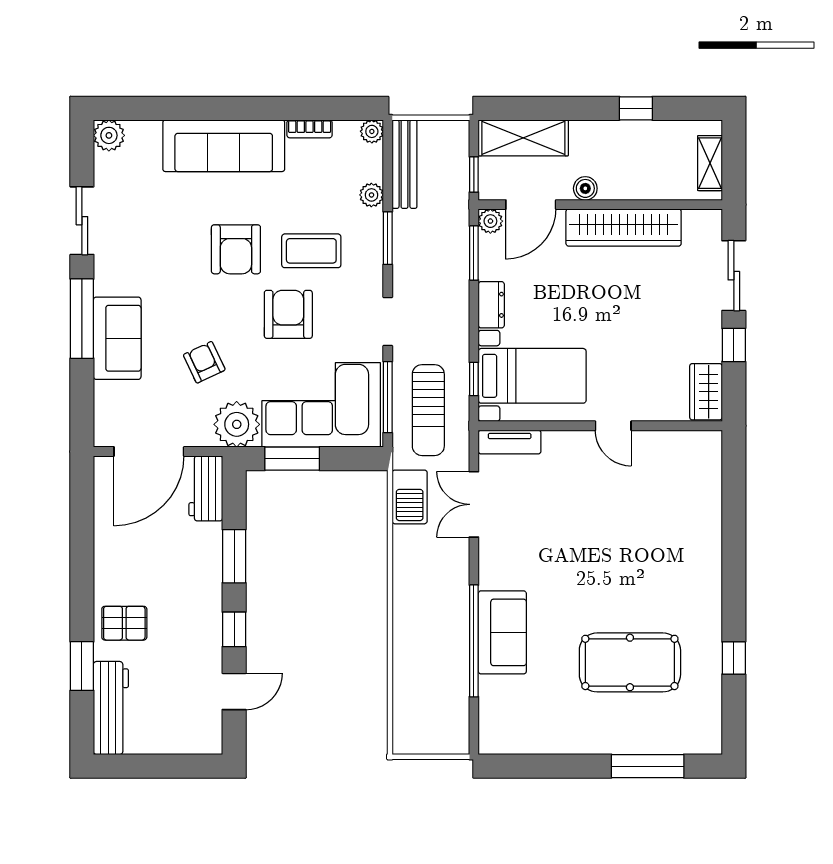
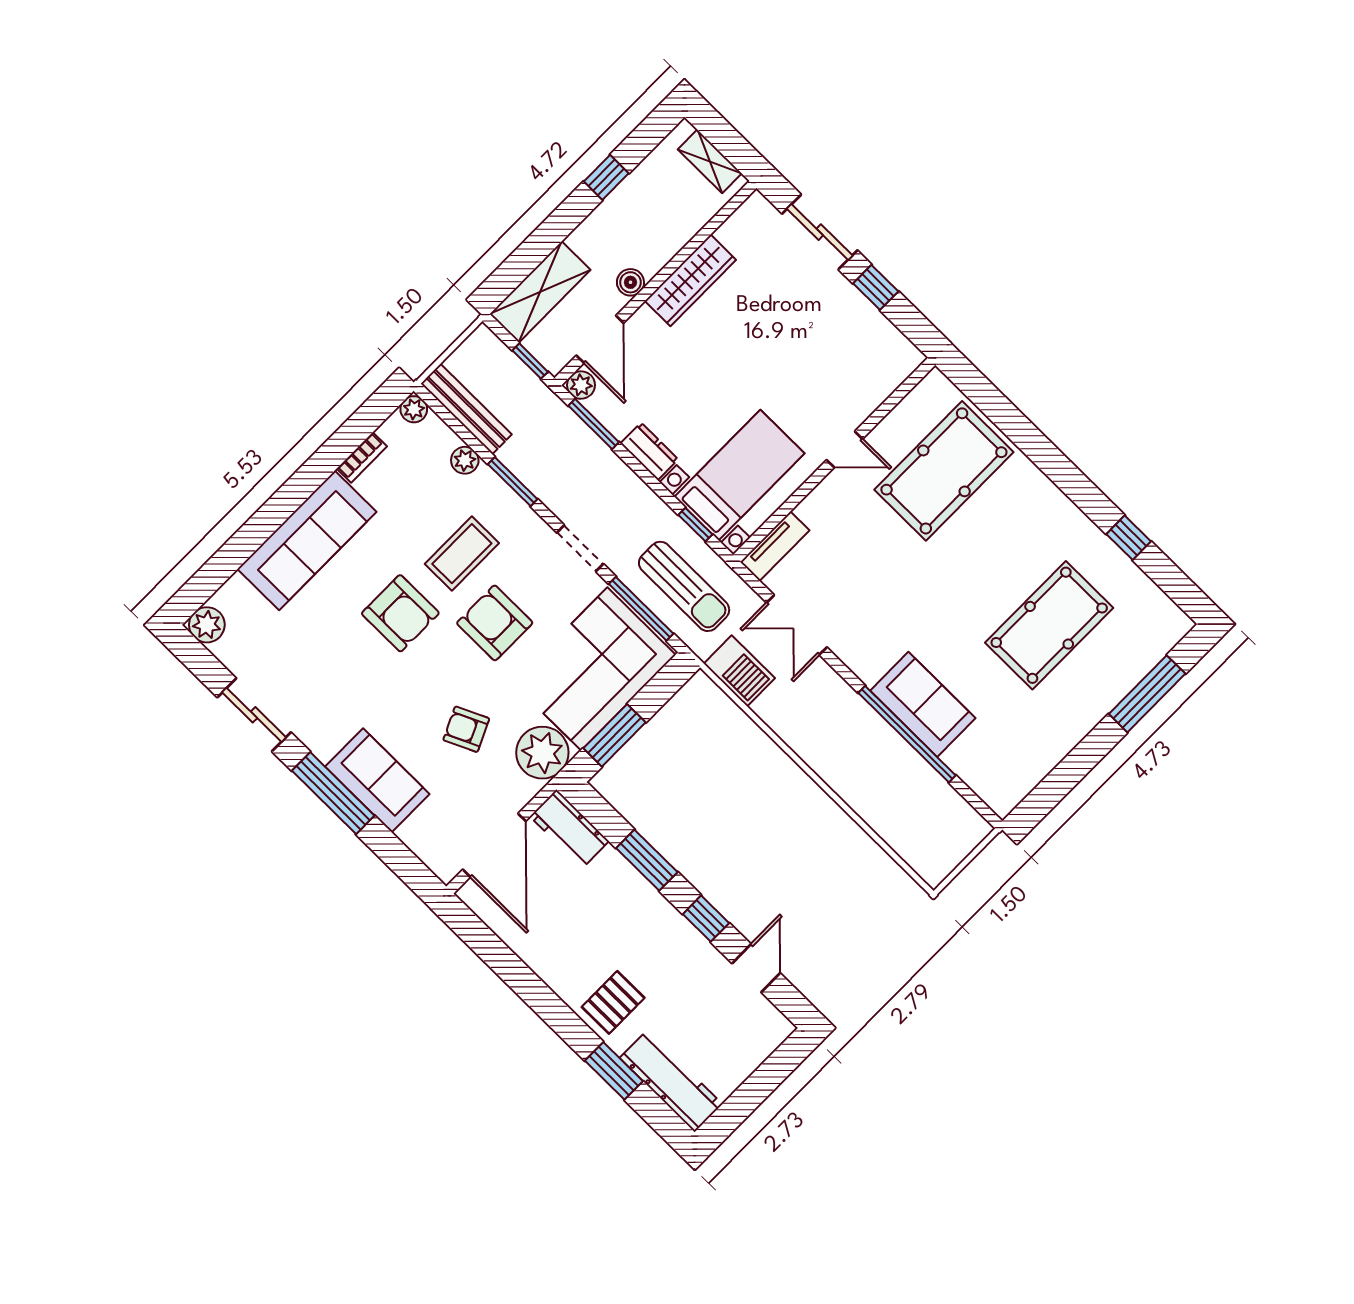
wardrobe: (624, 228) -> (690, 280), width x0.71, depth x0.85
wardrobe: (706, 392) -> (891, 347), removed
pool table: (661, 501) -> (944, 471), added

